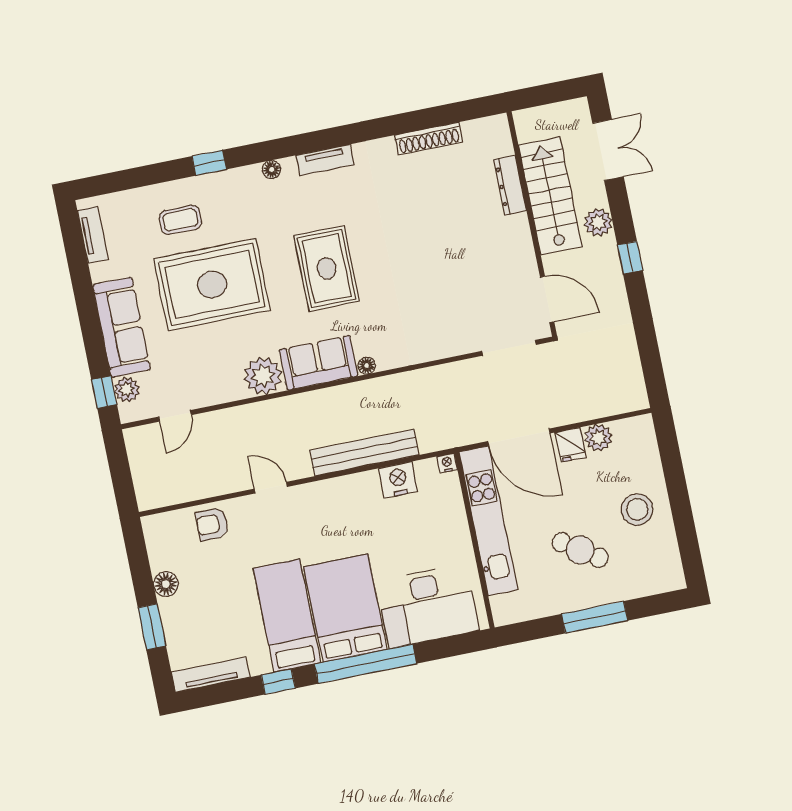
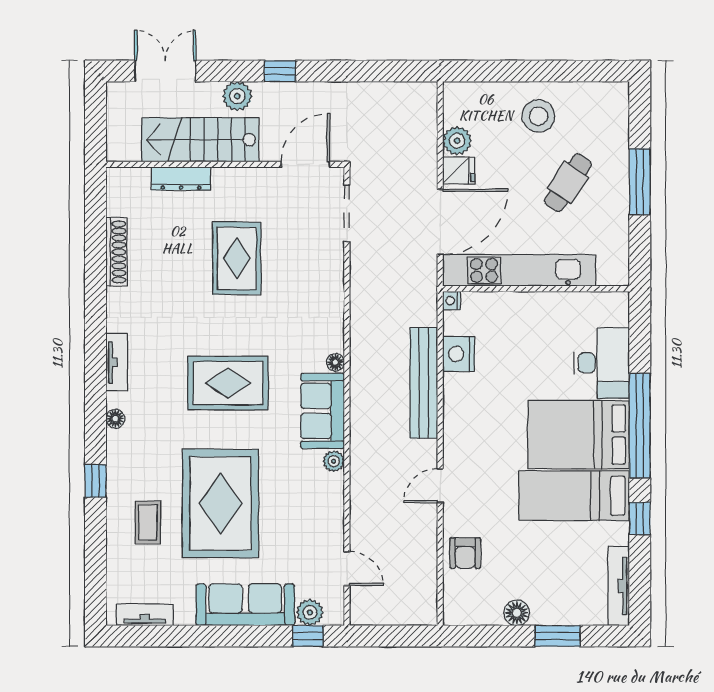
rug: (446, 253) -> (237, 258), added
plant: (263, 376) -> (334, 461), width x0.53, depth x0.53
desk: (428, 606) -> (602, 363), width x0.73, depth x0.77

